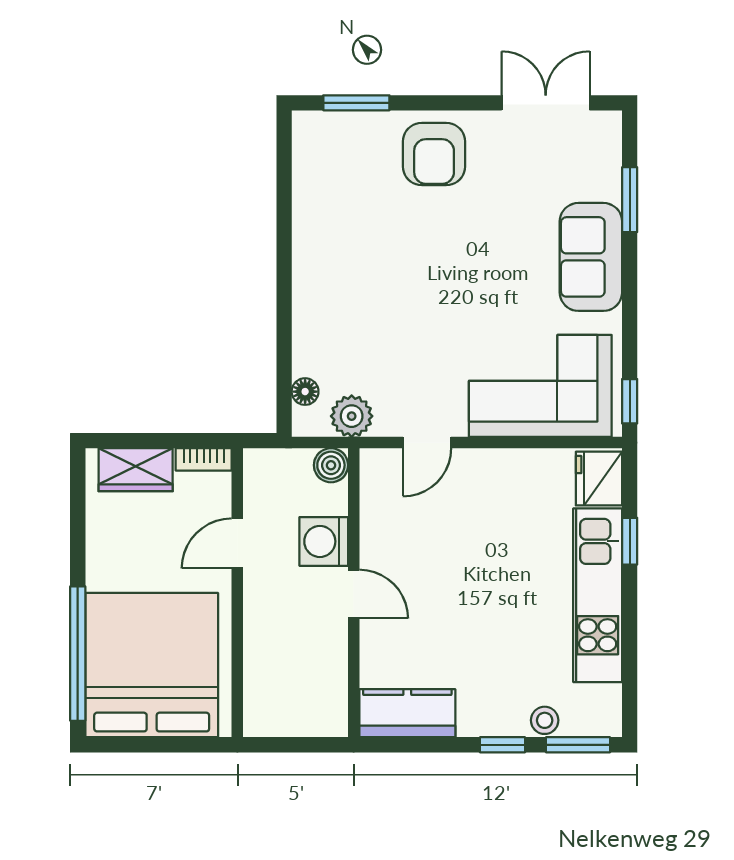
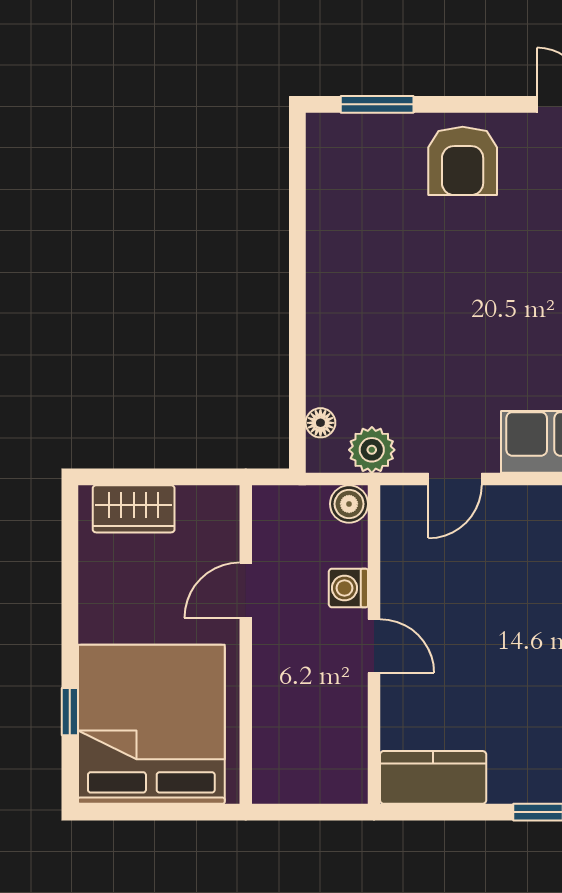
bookcase: (204, 459) -> (209, 498), removed
washing machine: (324, 541) -> (348, 588), width x0.73, depth x0.73
window: (78, 654) -> (70, 712), width x0.32

